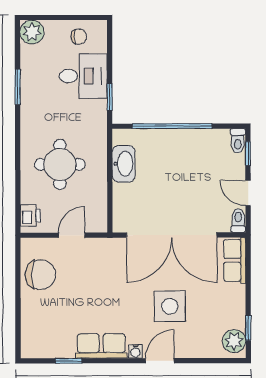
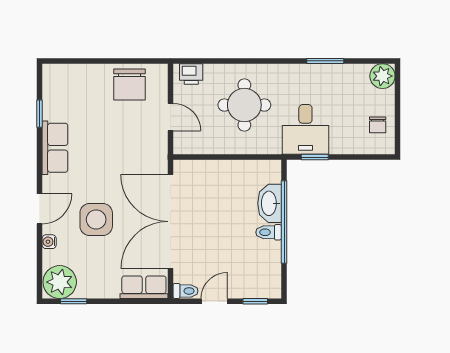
desk: (83, 76) -> (305, 129), moved
toilet: (238, 141) -> (269, 232), moved
washbasin: (124, 164) -> (270, 203), moved, turned 90
plant: (234, 341) -> (60, 282), width x1.36, depth x1.36
water cooler: (135, 351) -> (49, 242), moved
door: (160, 361) -> (39, 209), hinge flipped

